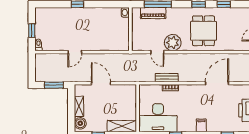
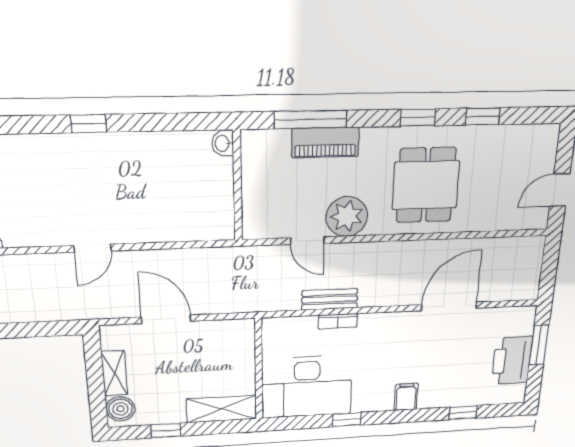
piano: (153, 13) -> (325, 143), moved
window: (54, 85) -> (45, 329), removed

